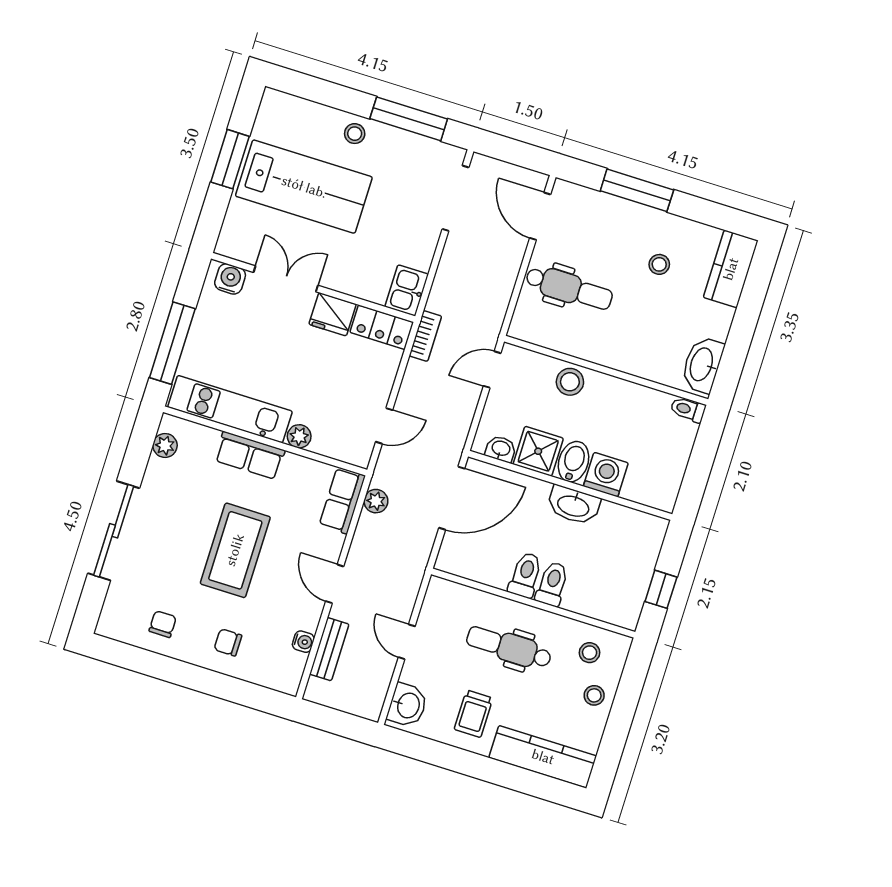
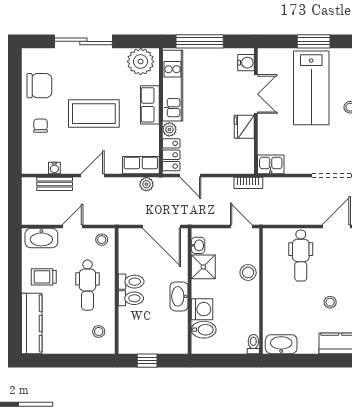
locker: (382, 327) -> (171, 155), moved, turned 180
plant: (165, 445) -> (141, 62), width x1.88, depth x1.88
bidet: (574, 462) -> (204, 330), moved
chair: (163, 624) -> (39, 86), width x1.87, depth x1.87
dental chair: (509, 647) -> (87, 285), turned 180
stool: (594, 695) -> (102, 240), moved
washbasin: (407, 705) -> (41, 238), width x1.38

